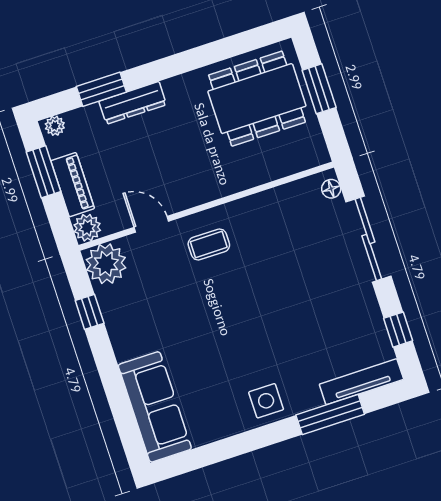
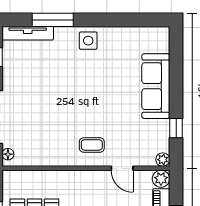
plant: (106, 264) -> (163, 160), width x0.53, depth x0.53
sofa: (155, 407) -> (156, 86), moved

